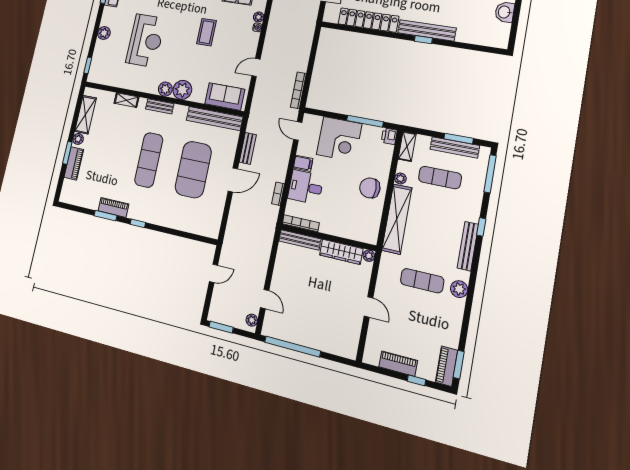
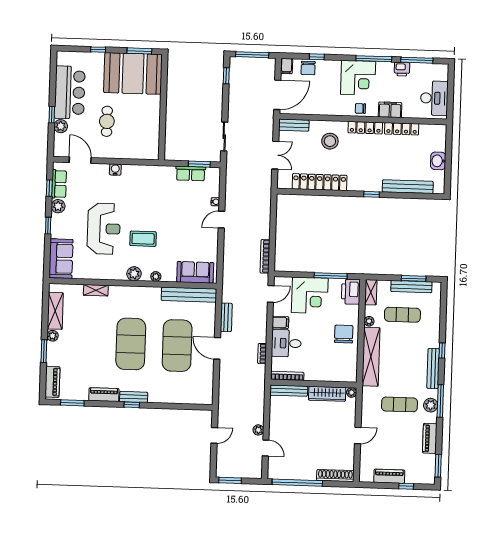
plant: (259, 17) -> (215, 192), removed
bench: (427, 30) -> (408, 187), moved
coffee table: (206, 32) -> (143, 239), moved, turned 90
plant: (104, 33) -> (58, 206), moved
sofa: (101, 64) -> (61, 259), added
window: (88, 65) -> (48, 226), moved
door: (256, 67) -> (221, 220), moved
plant: (182, 90) -> (156, 276), width x0.53, depth x0.53
bench: (160, 106) -> (134, 397), moved
door: (298, 131) -> (271, 294), swing flipped
printer: (389, 136) -> (351, 292), width x1.87, depth x1.48
exercise mat: (149, 160) -> (131, 344), width x1.47
piano: (74, 163) -> (52, 382), moved
window: (490, 174) -> (440, 401), moved
door: (233, 180) -> (217, 348), swing flipped
chair: (370, 188) -> (344, 334), turned 90
window: (105, 216) -> (72, 403), moved
door: (368, 307) -> (358, 435), hinge flipped
plant: (252, 320) -> (258, 430), moved
shoe rack: (336, 348) -> (335, 476), added
piano: (447, 366) -> (430, 438), moved

